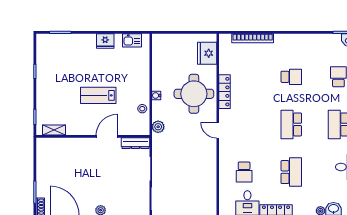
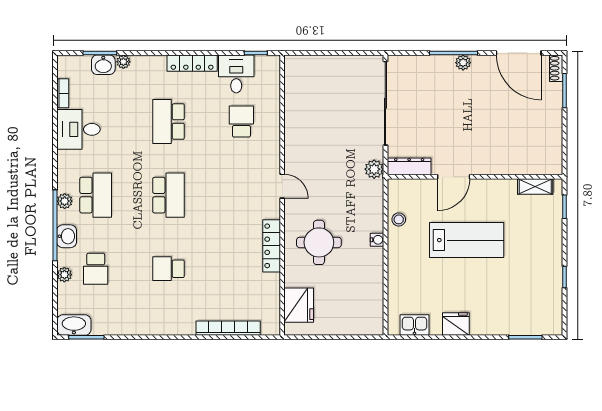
round table: (194, 94) -> (319, 242), width x0.73, depth x0.73
lab bench: (98, 95) -> (467, 240), width x1.36, depth x1.39
plant: (158, 127) -> (374, 169), moved

